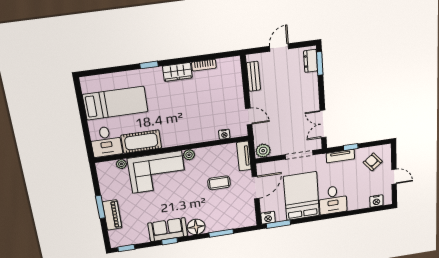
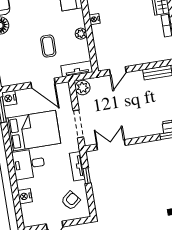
nightstand: (224, 134) -> (95, 19), moved
plant: (189, 155) -> (81, 34), moved
nightstand: (376, 201) -> (25, 196), moved

